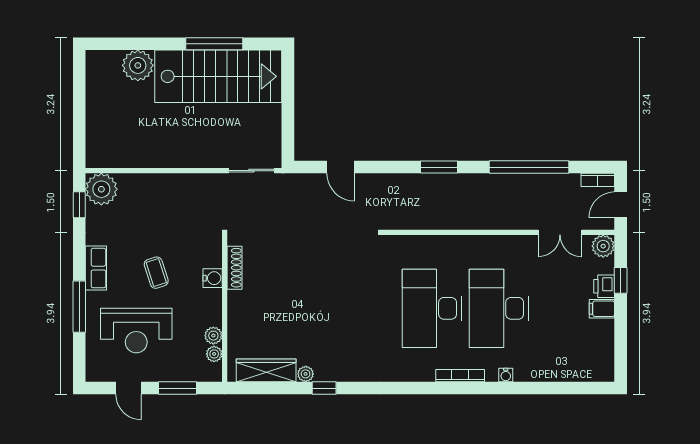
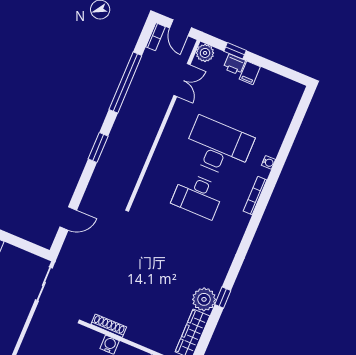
desk: (432, 308) -> (198, 196), width x0.73, depth x0.77
desk: (499, 308) -> (218, 147), turned 180
plant: (306, 374) -> (204, 299), width x1.87, depth x1.87

